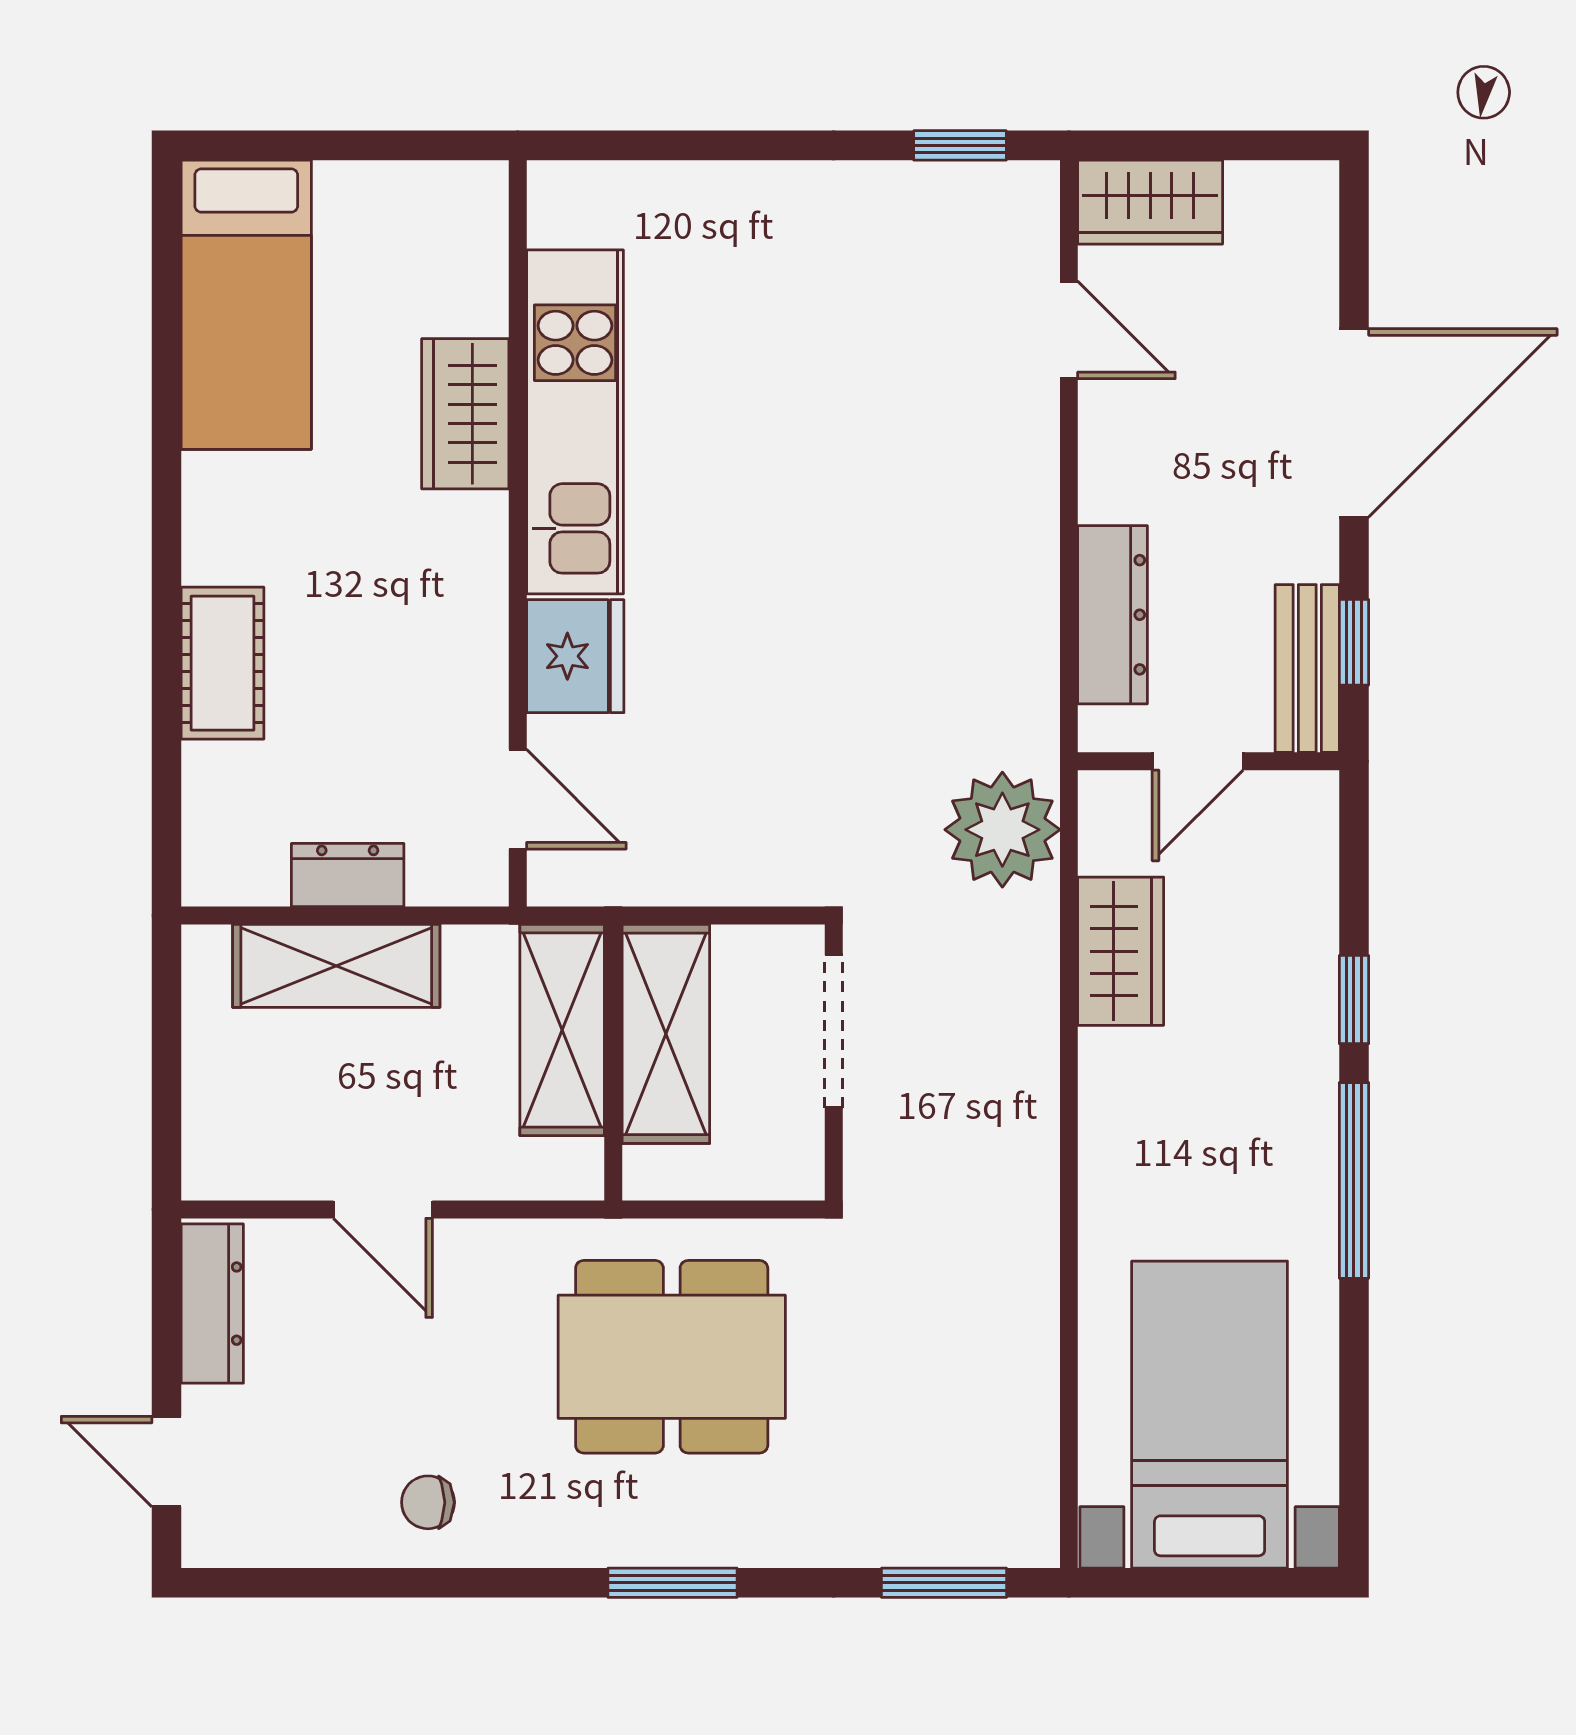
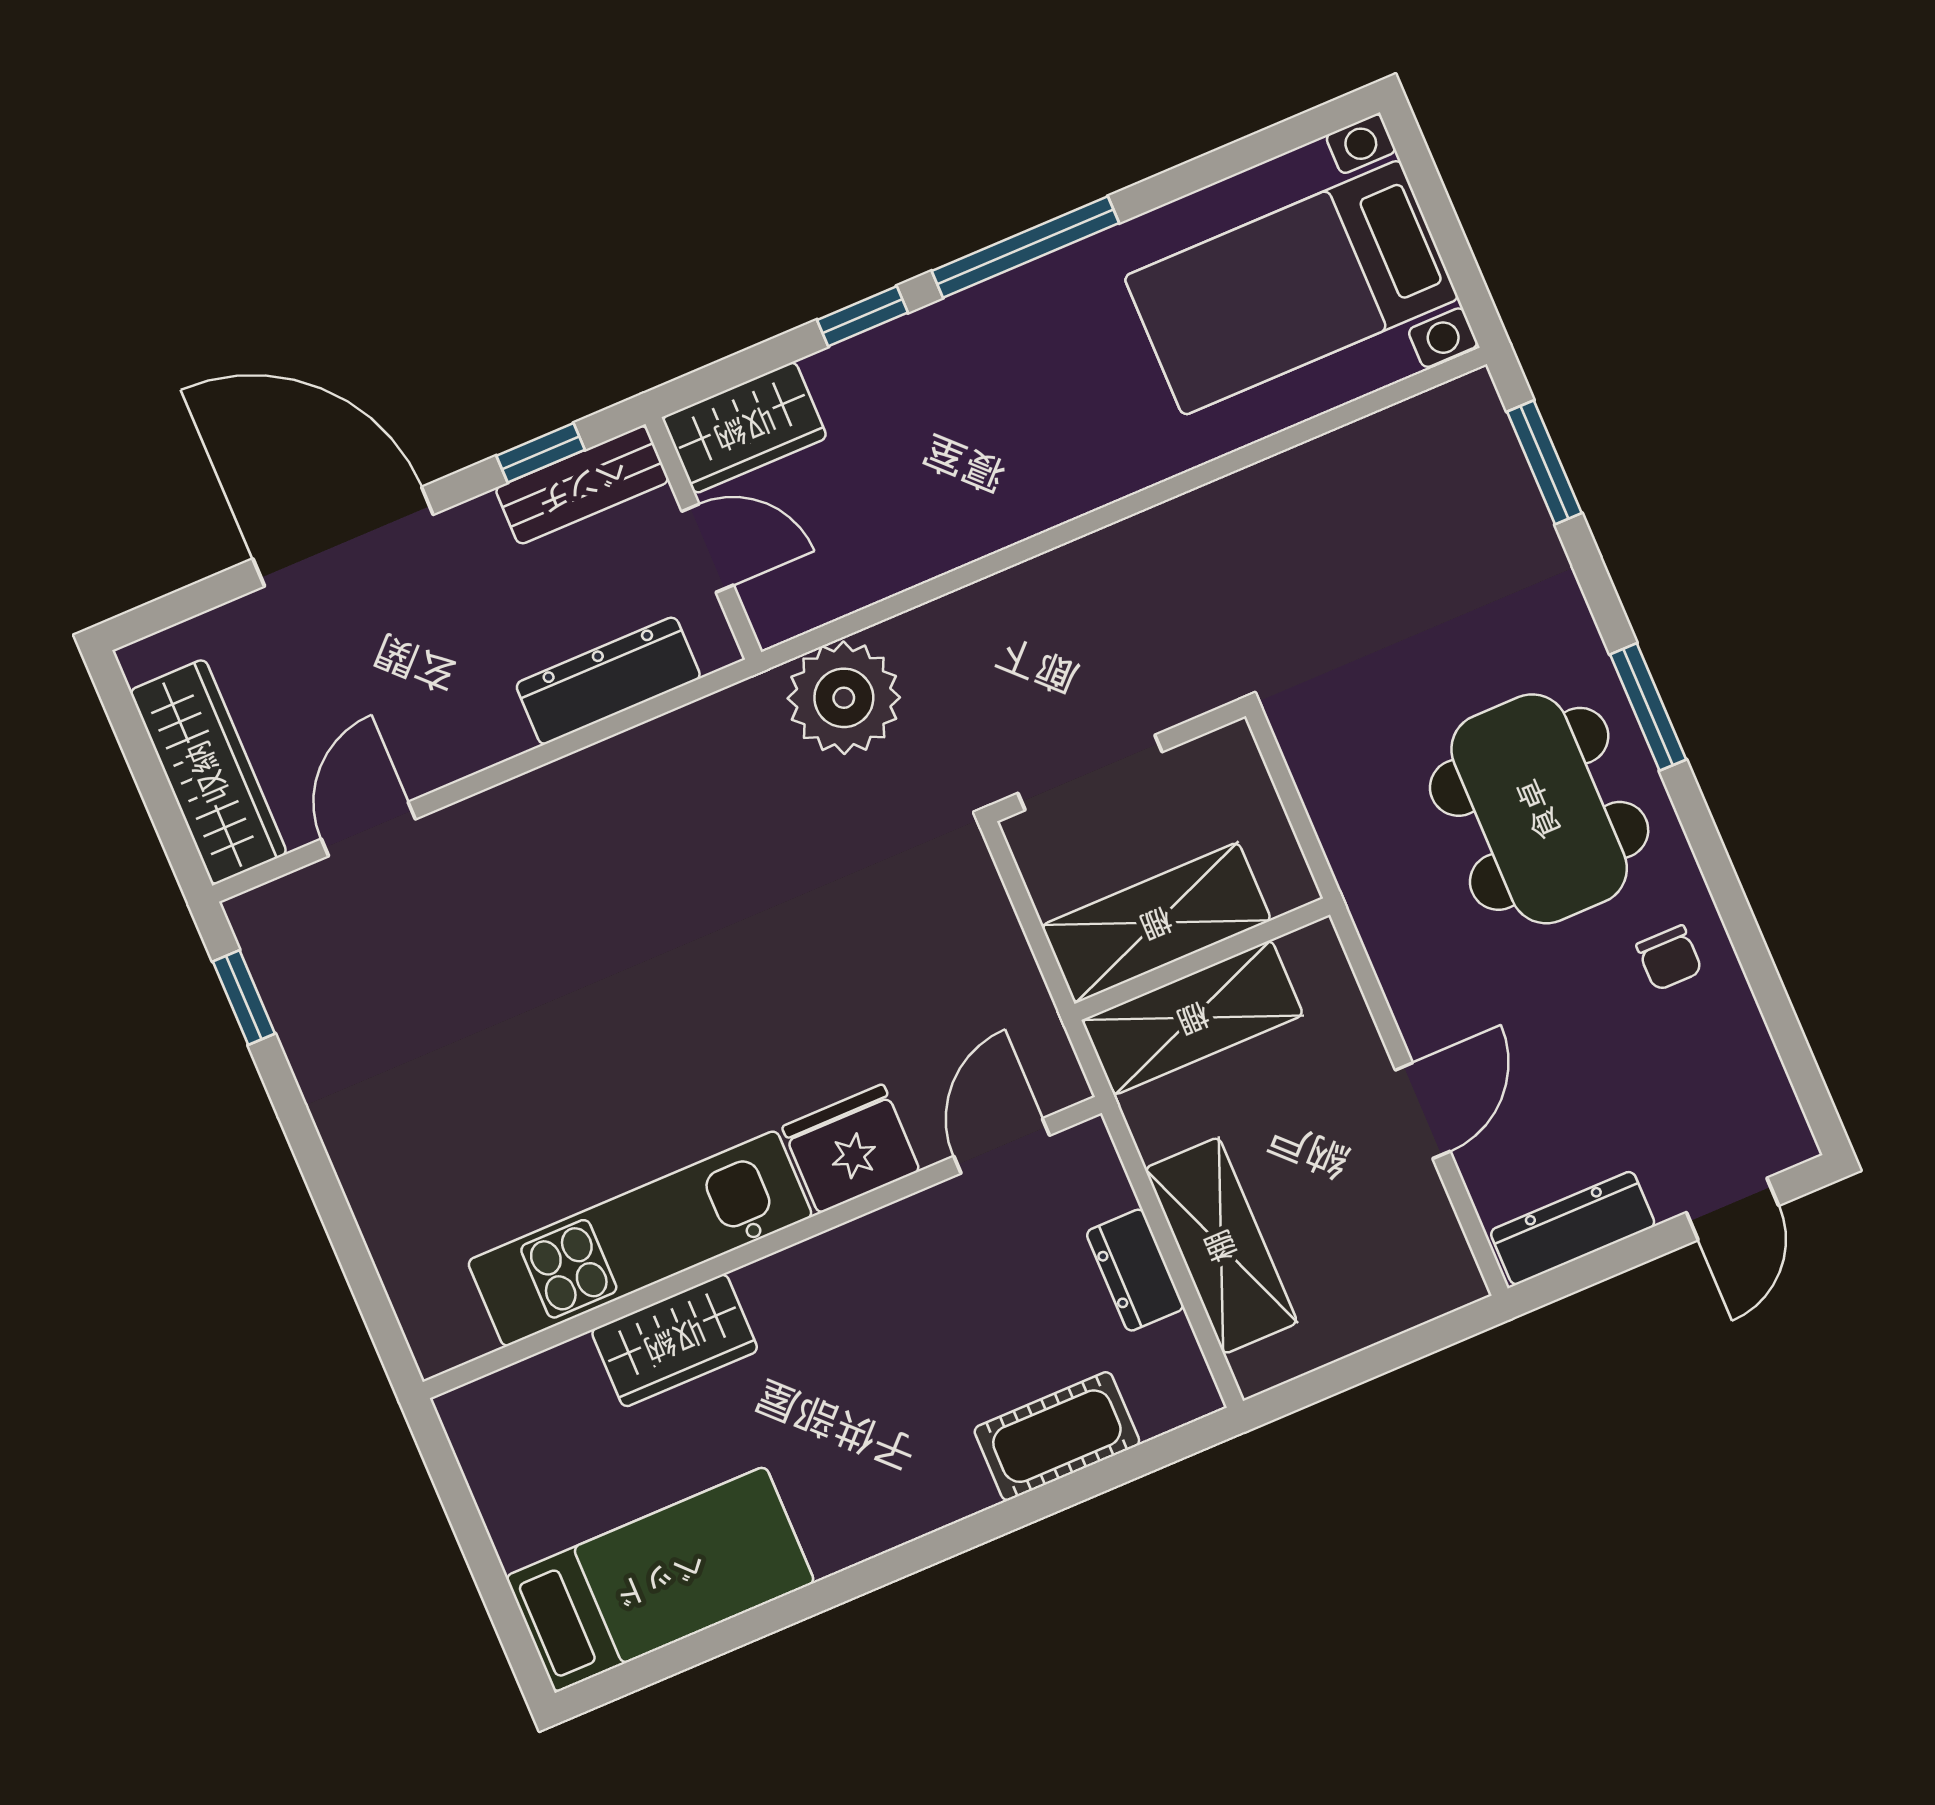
wardrobe: (1150, 202) -> (208, 772), width x1.50
cot: (223, 663) -> (1057, 1436), moved
wardrobe: (1121, 951) -> (745, 428), moved, turned 180
dining table: (672, 1357) -> (1539, 809), moved

